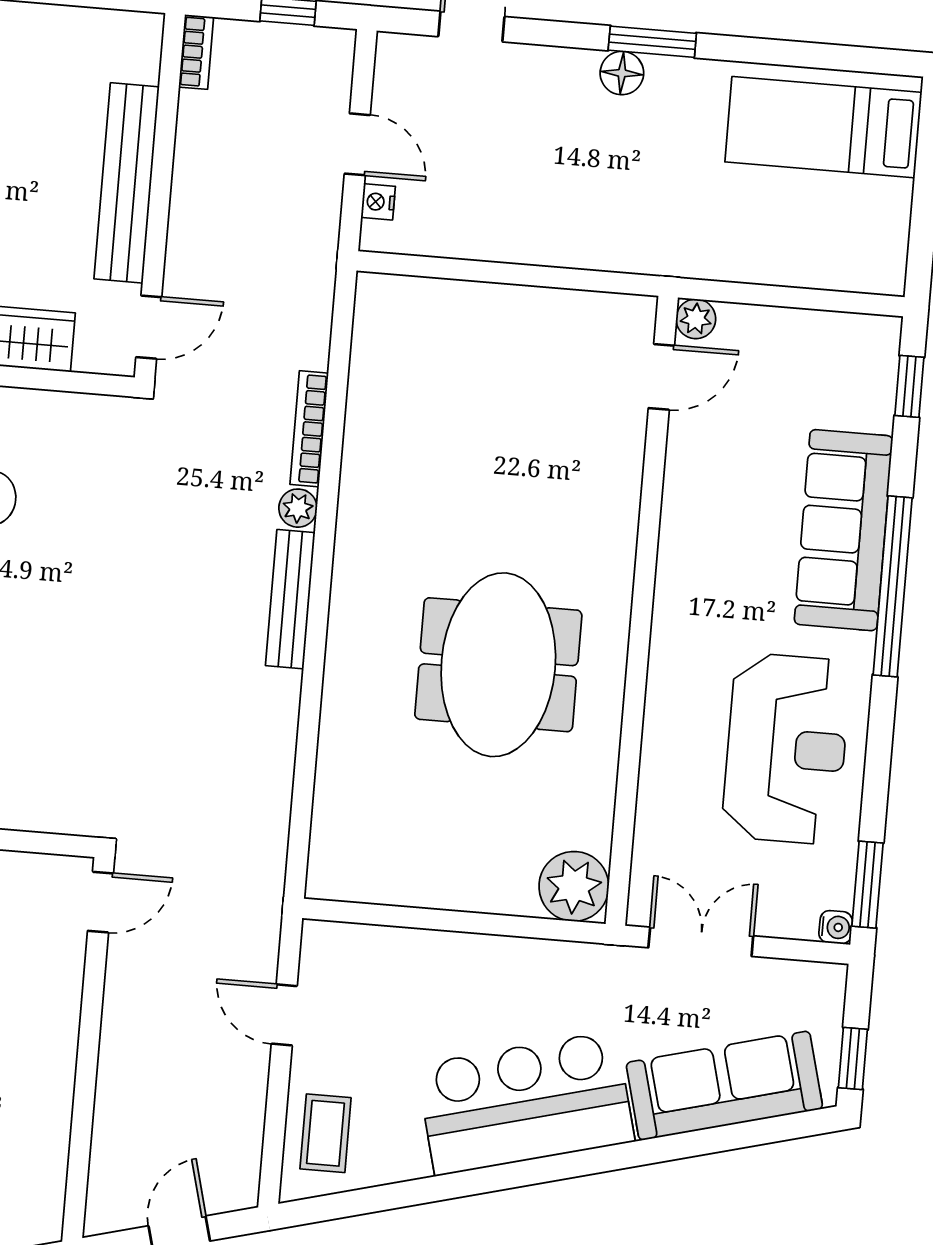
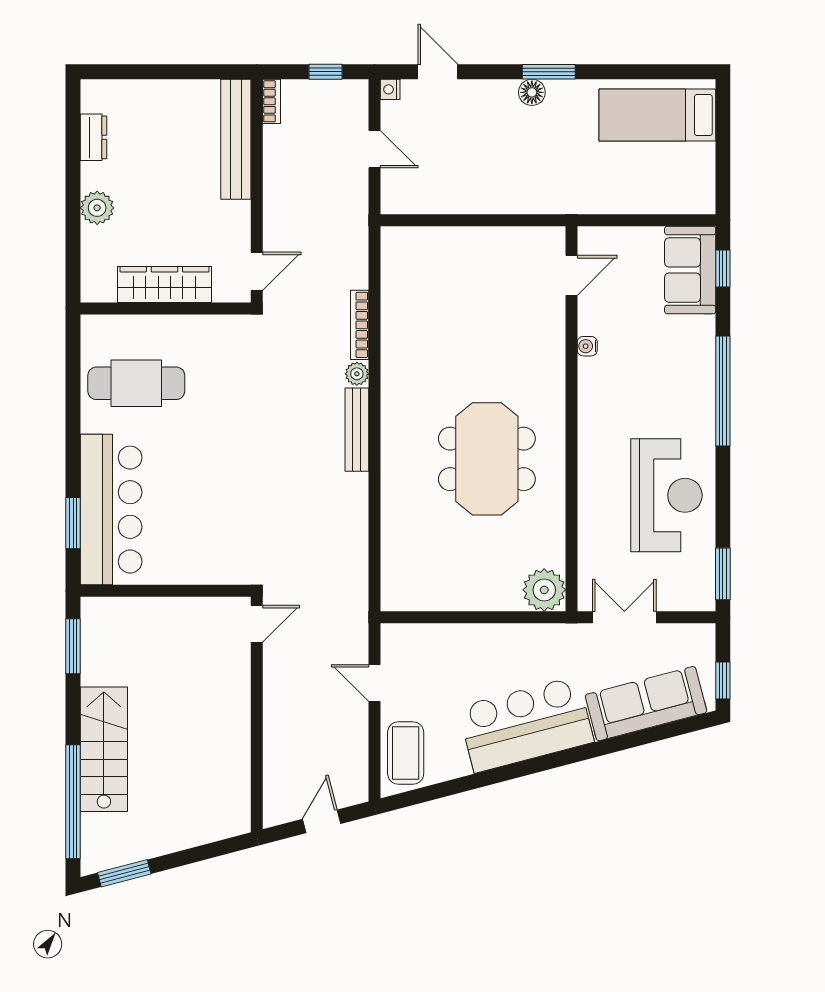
bench: (127, 183) -> (236, 139), moved
nightstand: (378, 202) -> (390, 89), moved
plant: (696, 319) -> (589, 238), removed
sofa: (843, 530) -> (690, 270), moved, width x0.73
water cooler: (836, 927) -> (587, 346), moved, turned 180
coffee table: (326, 1133) -> (406, 753), width x1.36, depth x1.30

